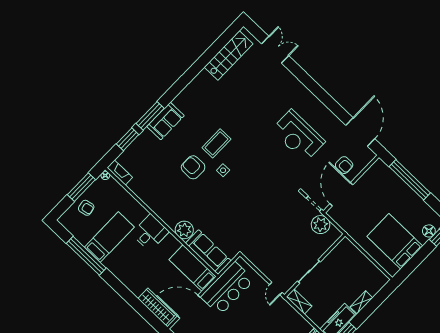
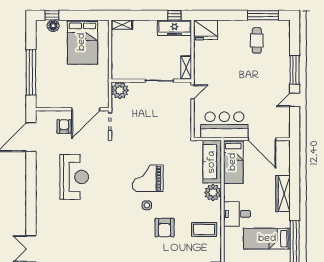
coffee table: (216, 143) -> (204, 229), moved
grand piano: (243, 191) -> (148, 178), added
plant: (321, 225) -> (120, 90), moved
shelving: (361, 302) -> (122, 25), moved
wardrobe: (157, 307) -> (283, 194), moved

